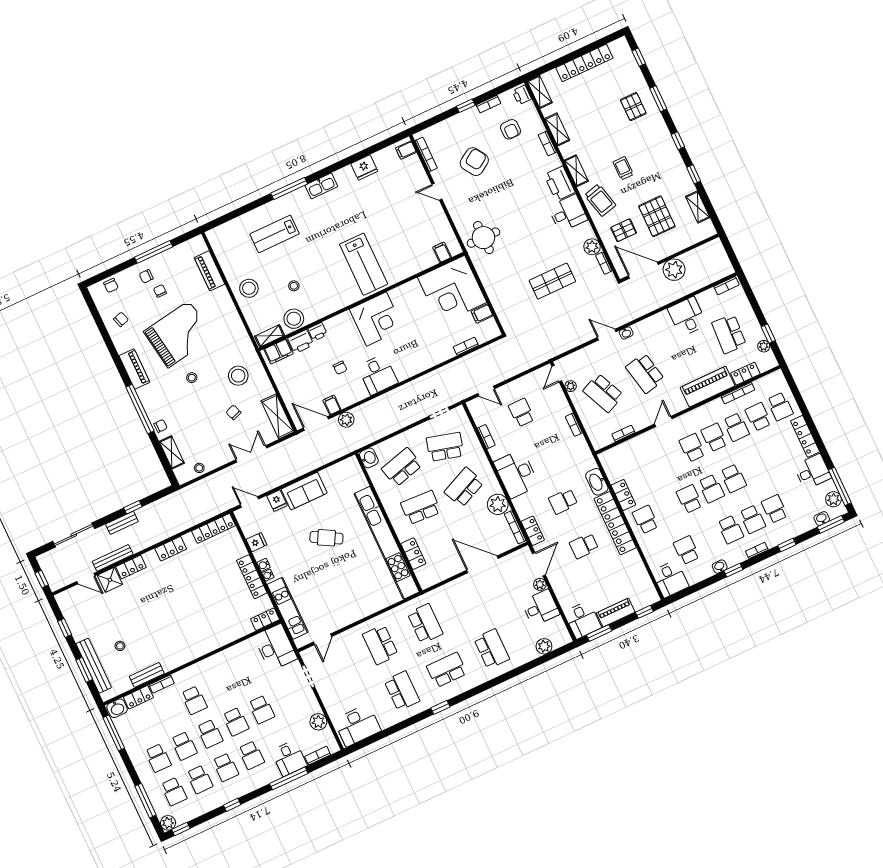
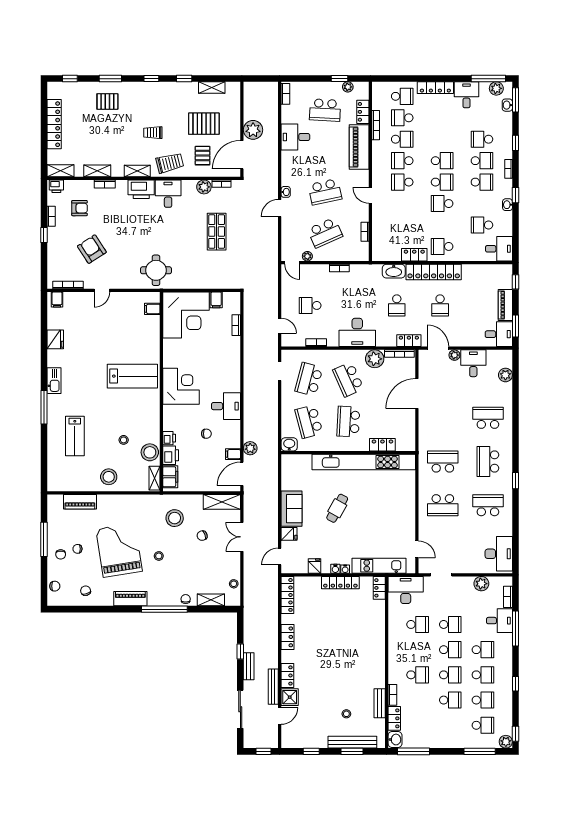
door: (486, 391) -> (280, 326), hinge flipped
school desk: (158, 758) -> (418, 624), moved

